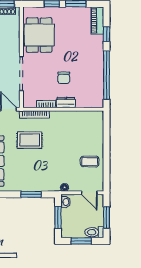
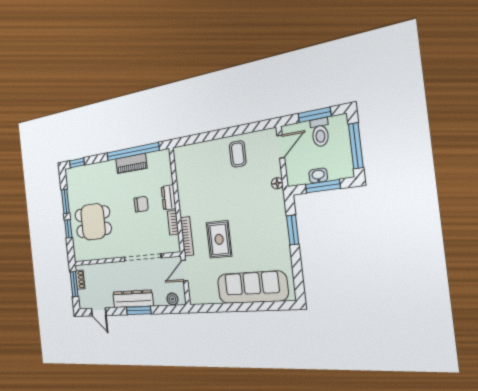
piano: (97, 21) -> (131, 163), moved
window: (106, 34) -> (77, 163), moved
dining table: (39, 35) -> (93, 222), moved
washbasin: (66, 202) -> (318, 176), moved
toilet: (94, 232) -> (320, 132), moved
window: (81, 241) -> (356, 146), width x1.44

